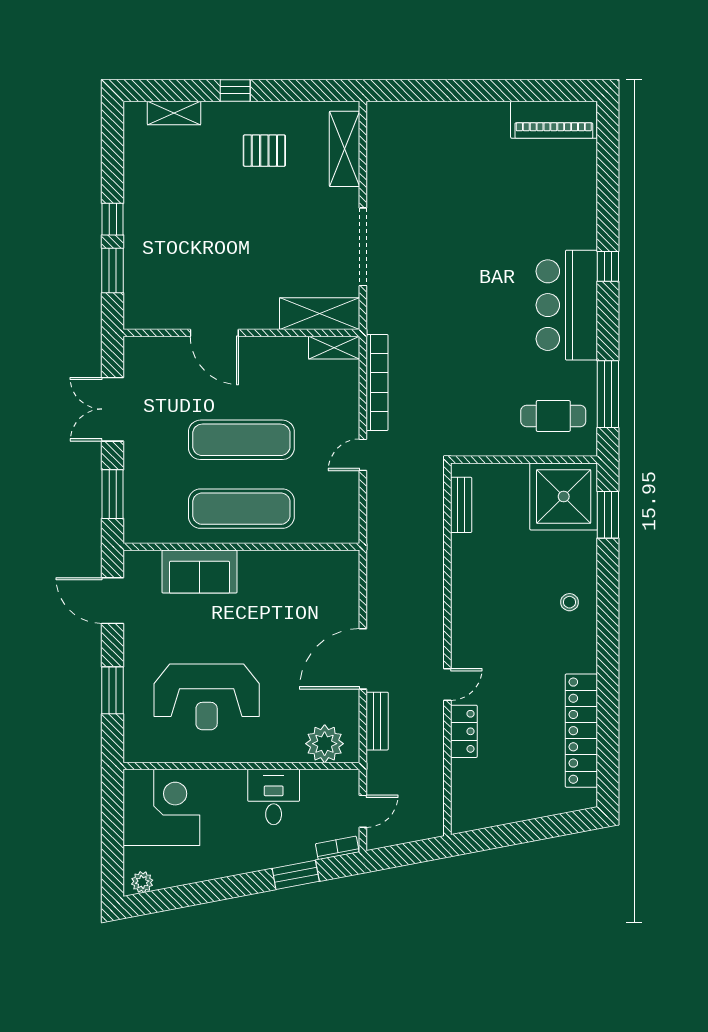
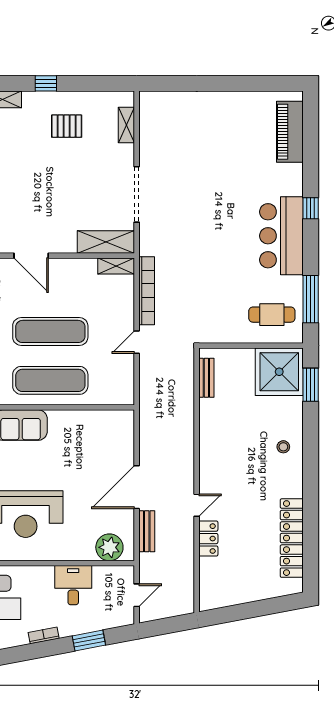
piano: (554, 120) -> (290, 132), moved, turned 90
shelving: (345, 149) -> (126, 125), width x0.67, depth x0.75
bookcase: (337, 848) -> (44, 635), moved

